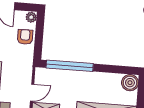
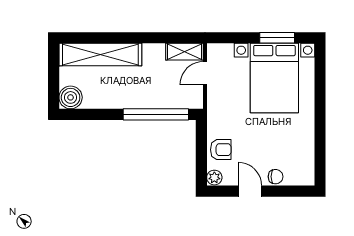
armchair: (25, 37) -> (221, 150), turned -90

